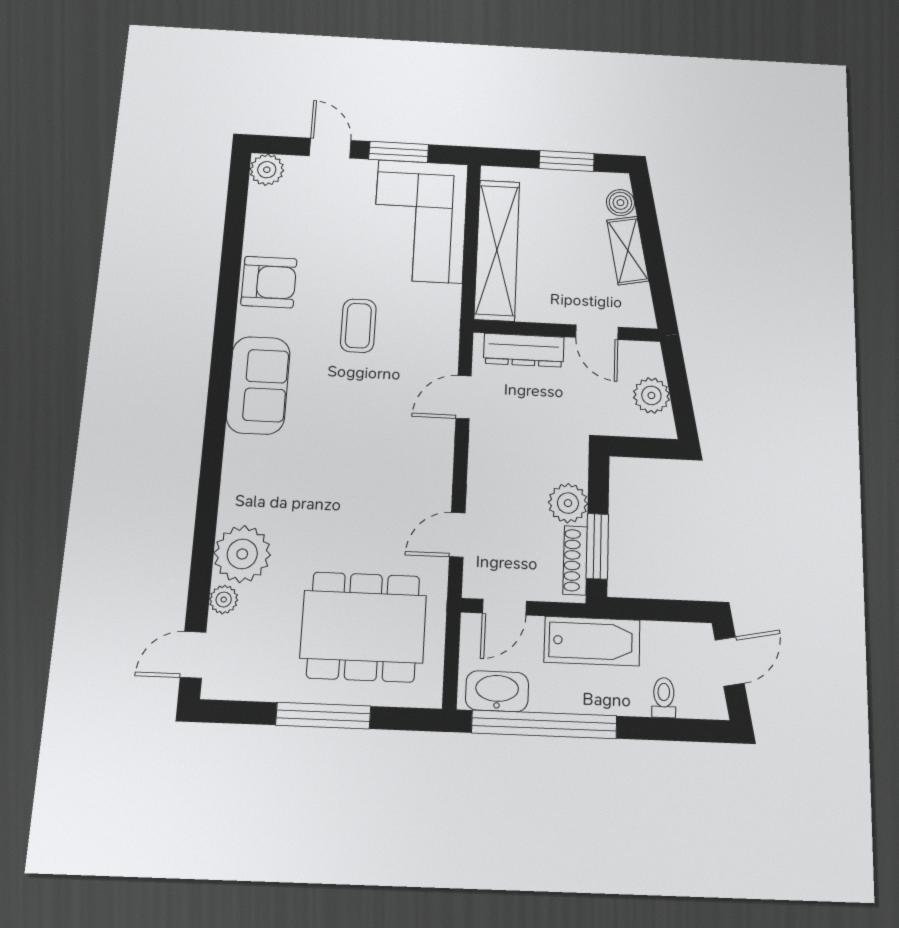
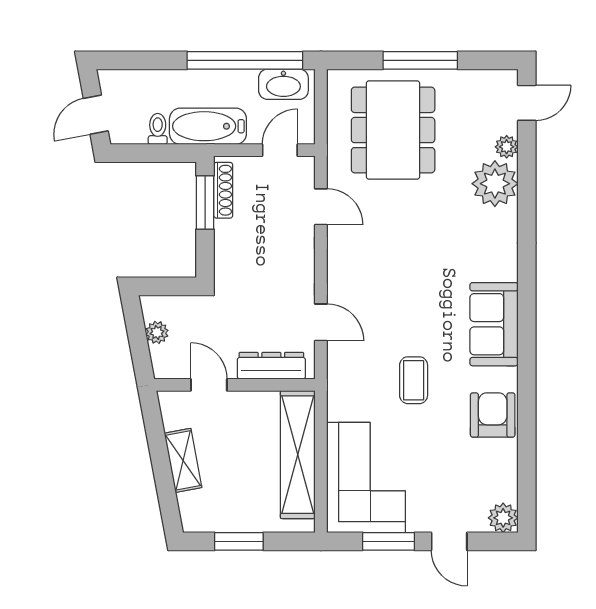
boiler: (620, 203) -> (190, 505), removed
armchair: (269, 282) -> (493, 415), turned 90
plant: (651, 395) -> (157, 332), width x0.73, depth x0.73
door: (464, 397) -> (321, 322), hinge flipped
plant: (568, 503) -> (230, 237), removed
door: (457, 535) -> (321, 207), hinge flipped
dining table: (363, 627) -> (393, 130), turned 90
toilet: (664, 698) -> (158, 129), moved, turned 180

